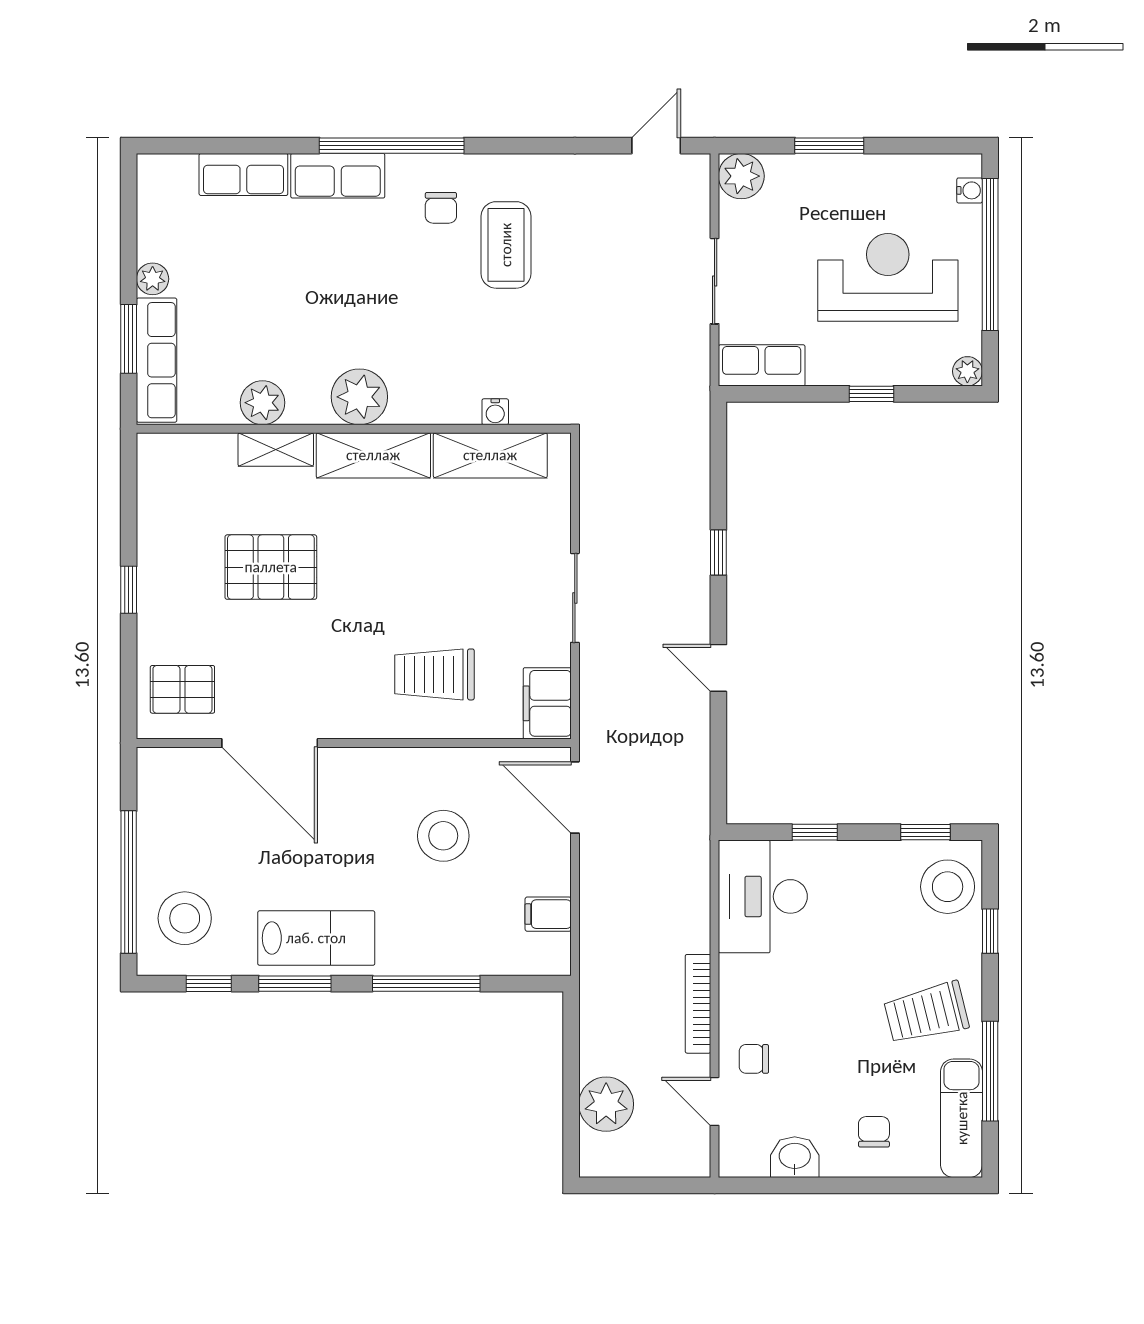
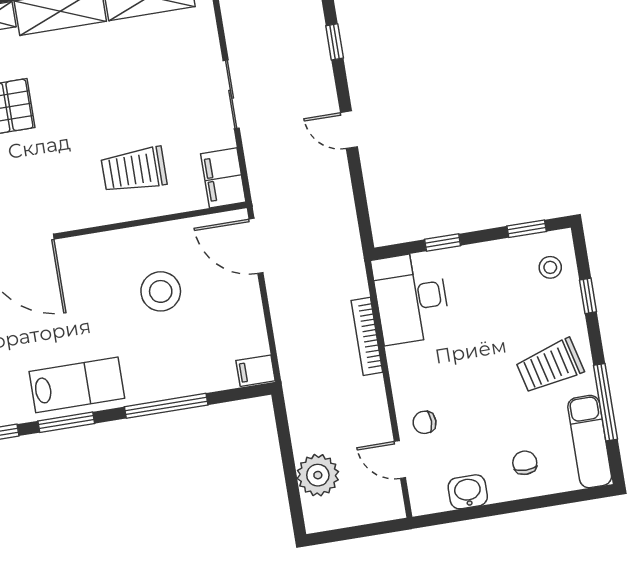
stool: (948, 887) -> (550, 267), width x0.53, depth x0.53
filing cabinet: (548, 914) -> (256, 371), moved
bookcase: (698, 1004) -> (367, 336), moved

